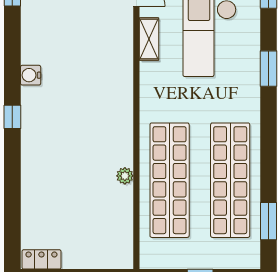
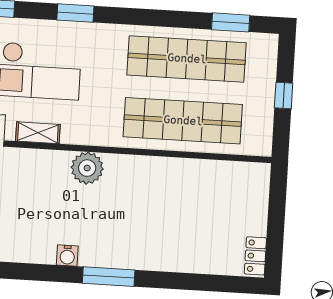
window: (12, 117) -> (109, 277), width x2.17
plant: (125, 176) -> (87, 168), moved, width x1.87, depth x1.87

